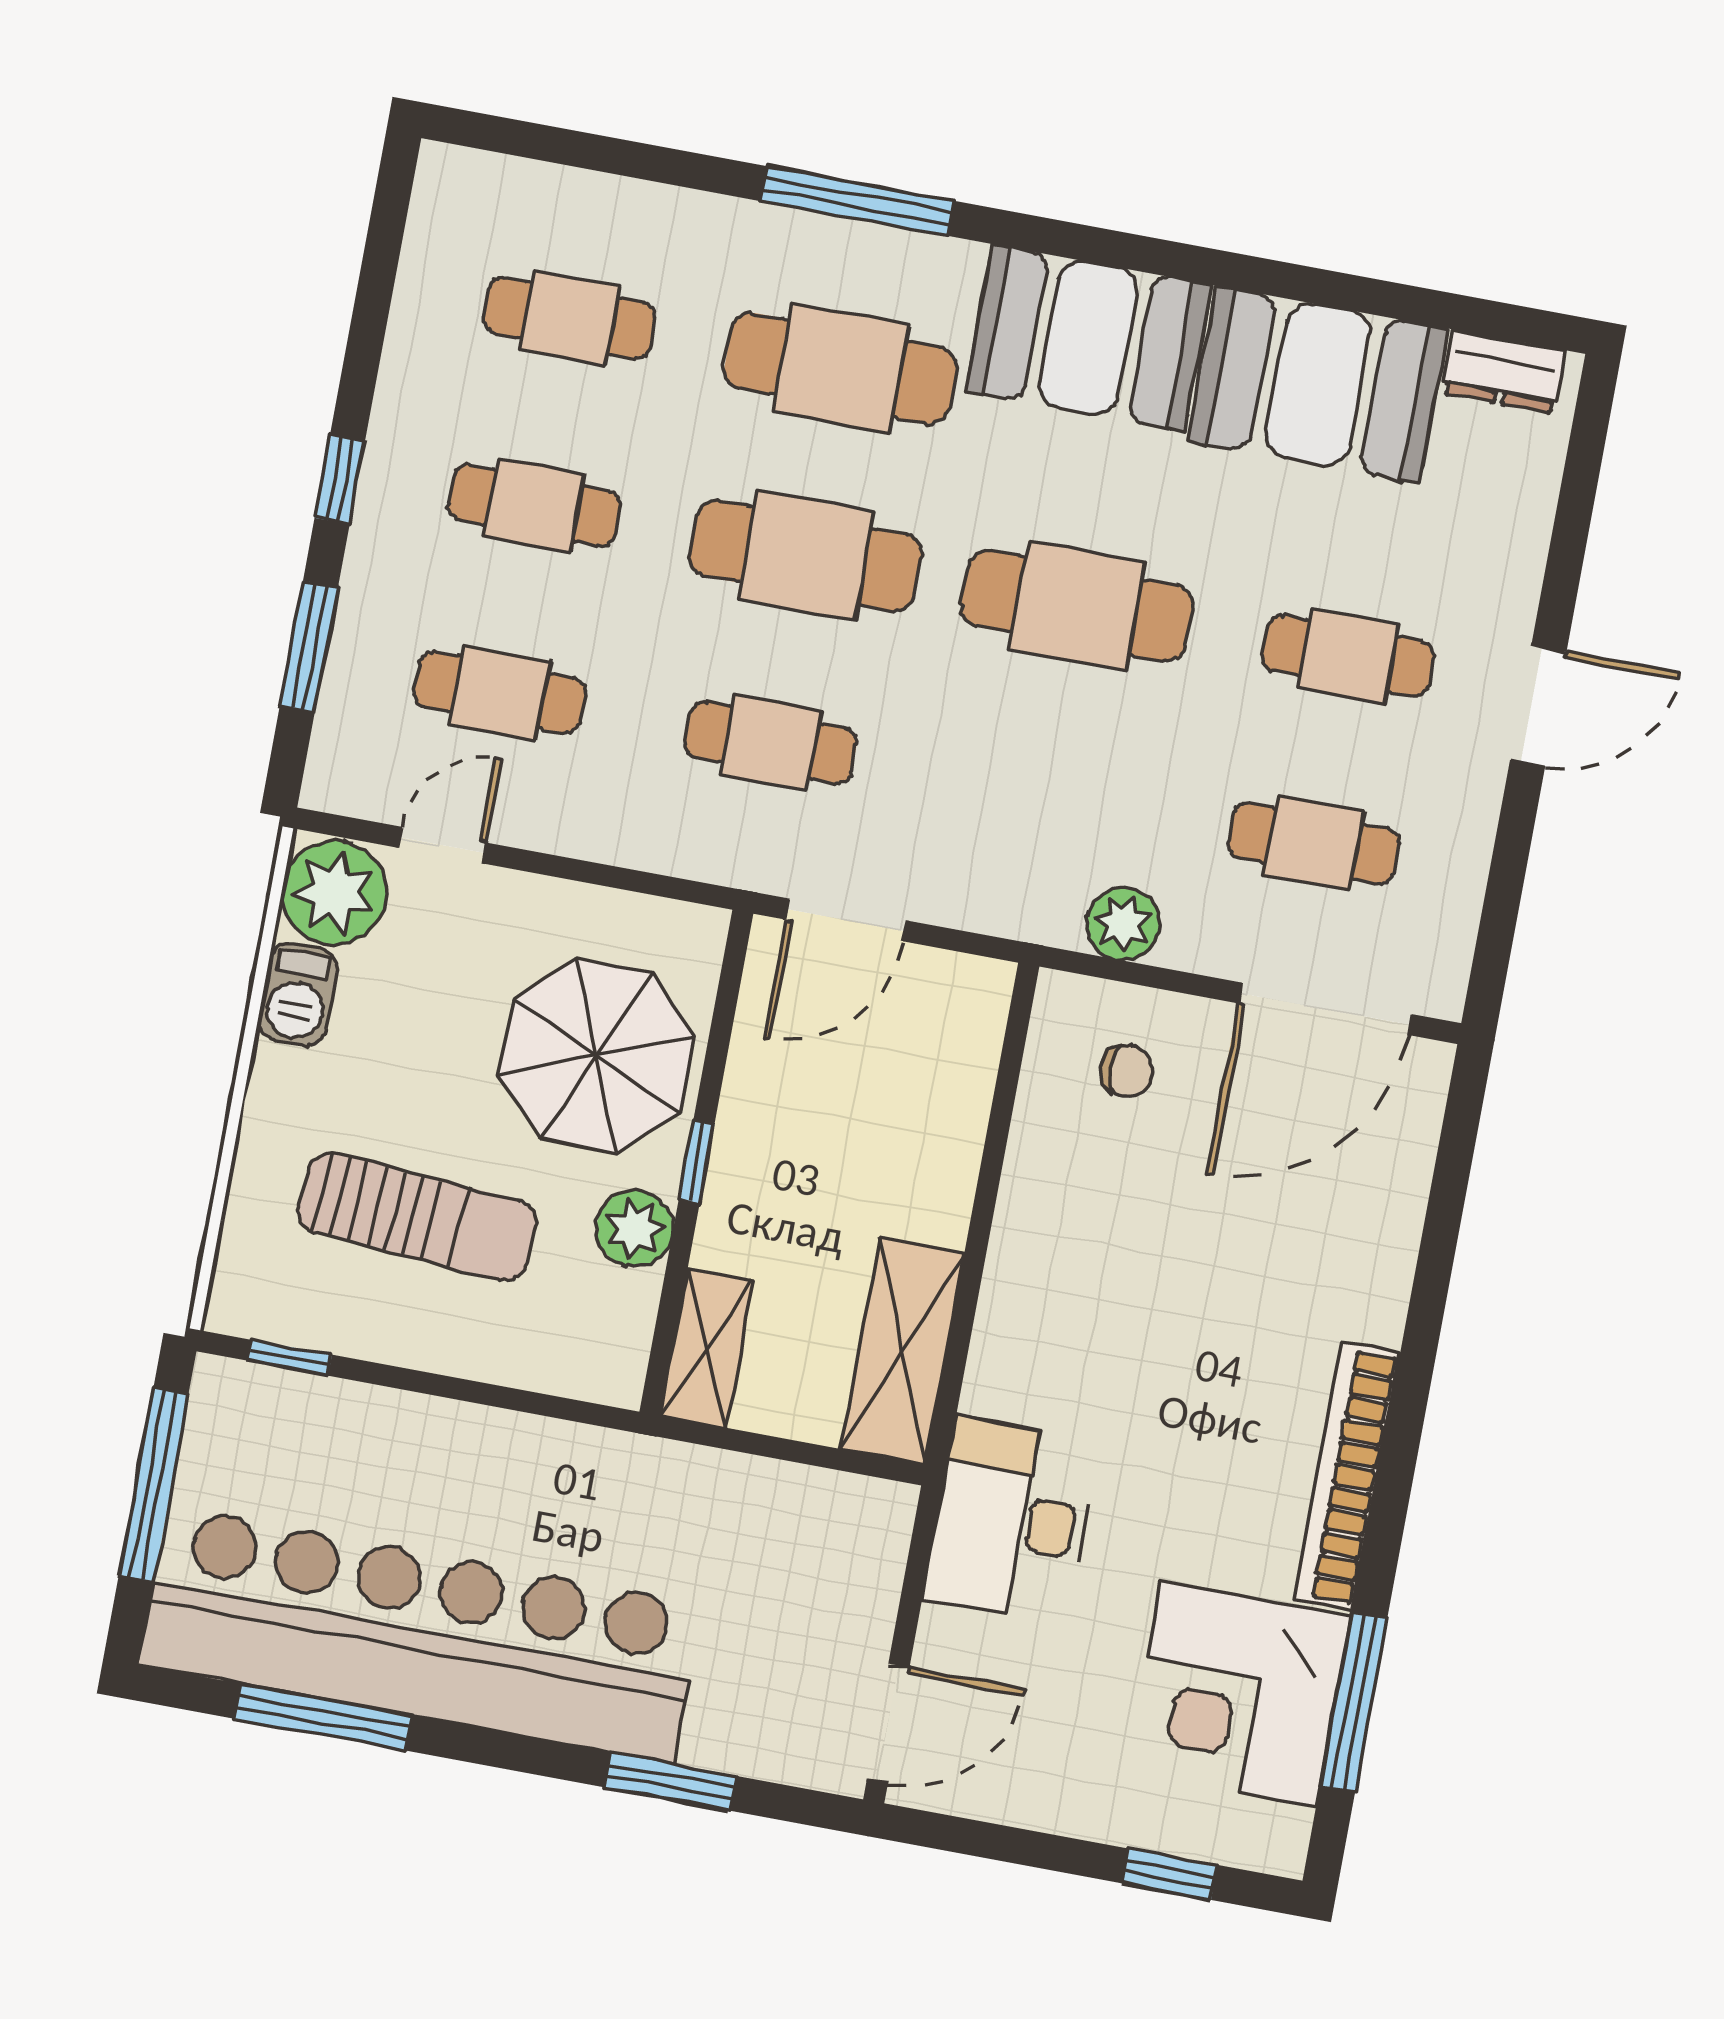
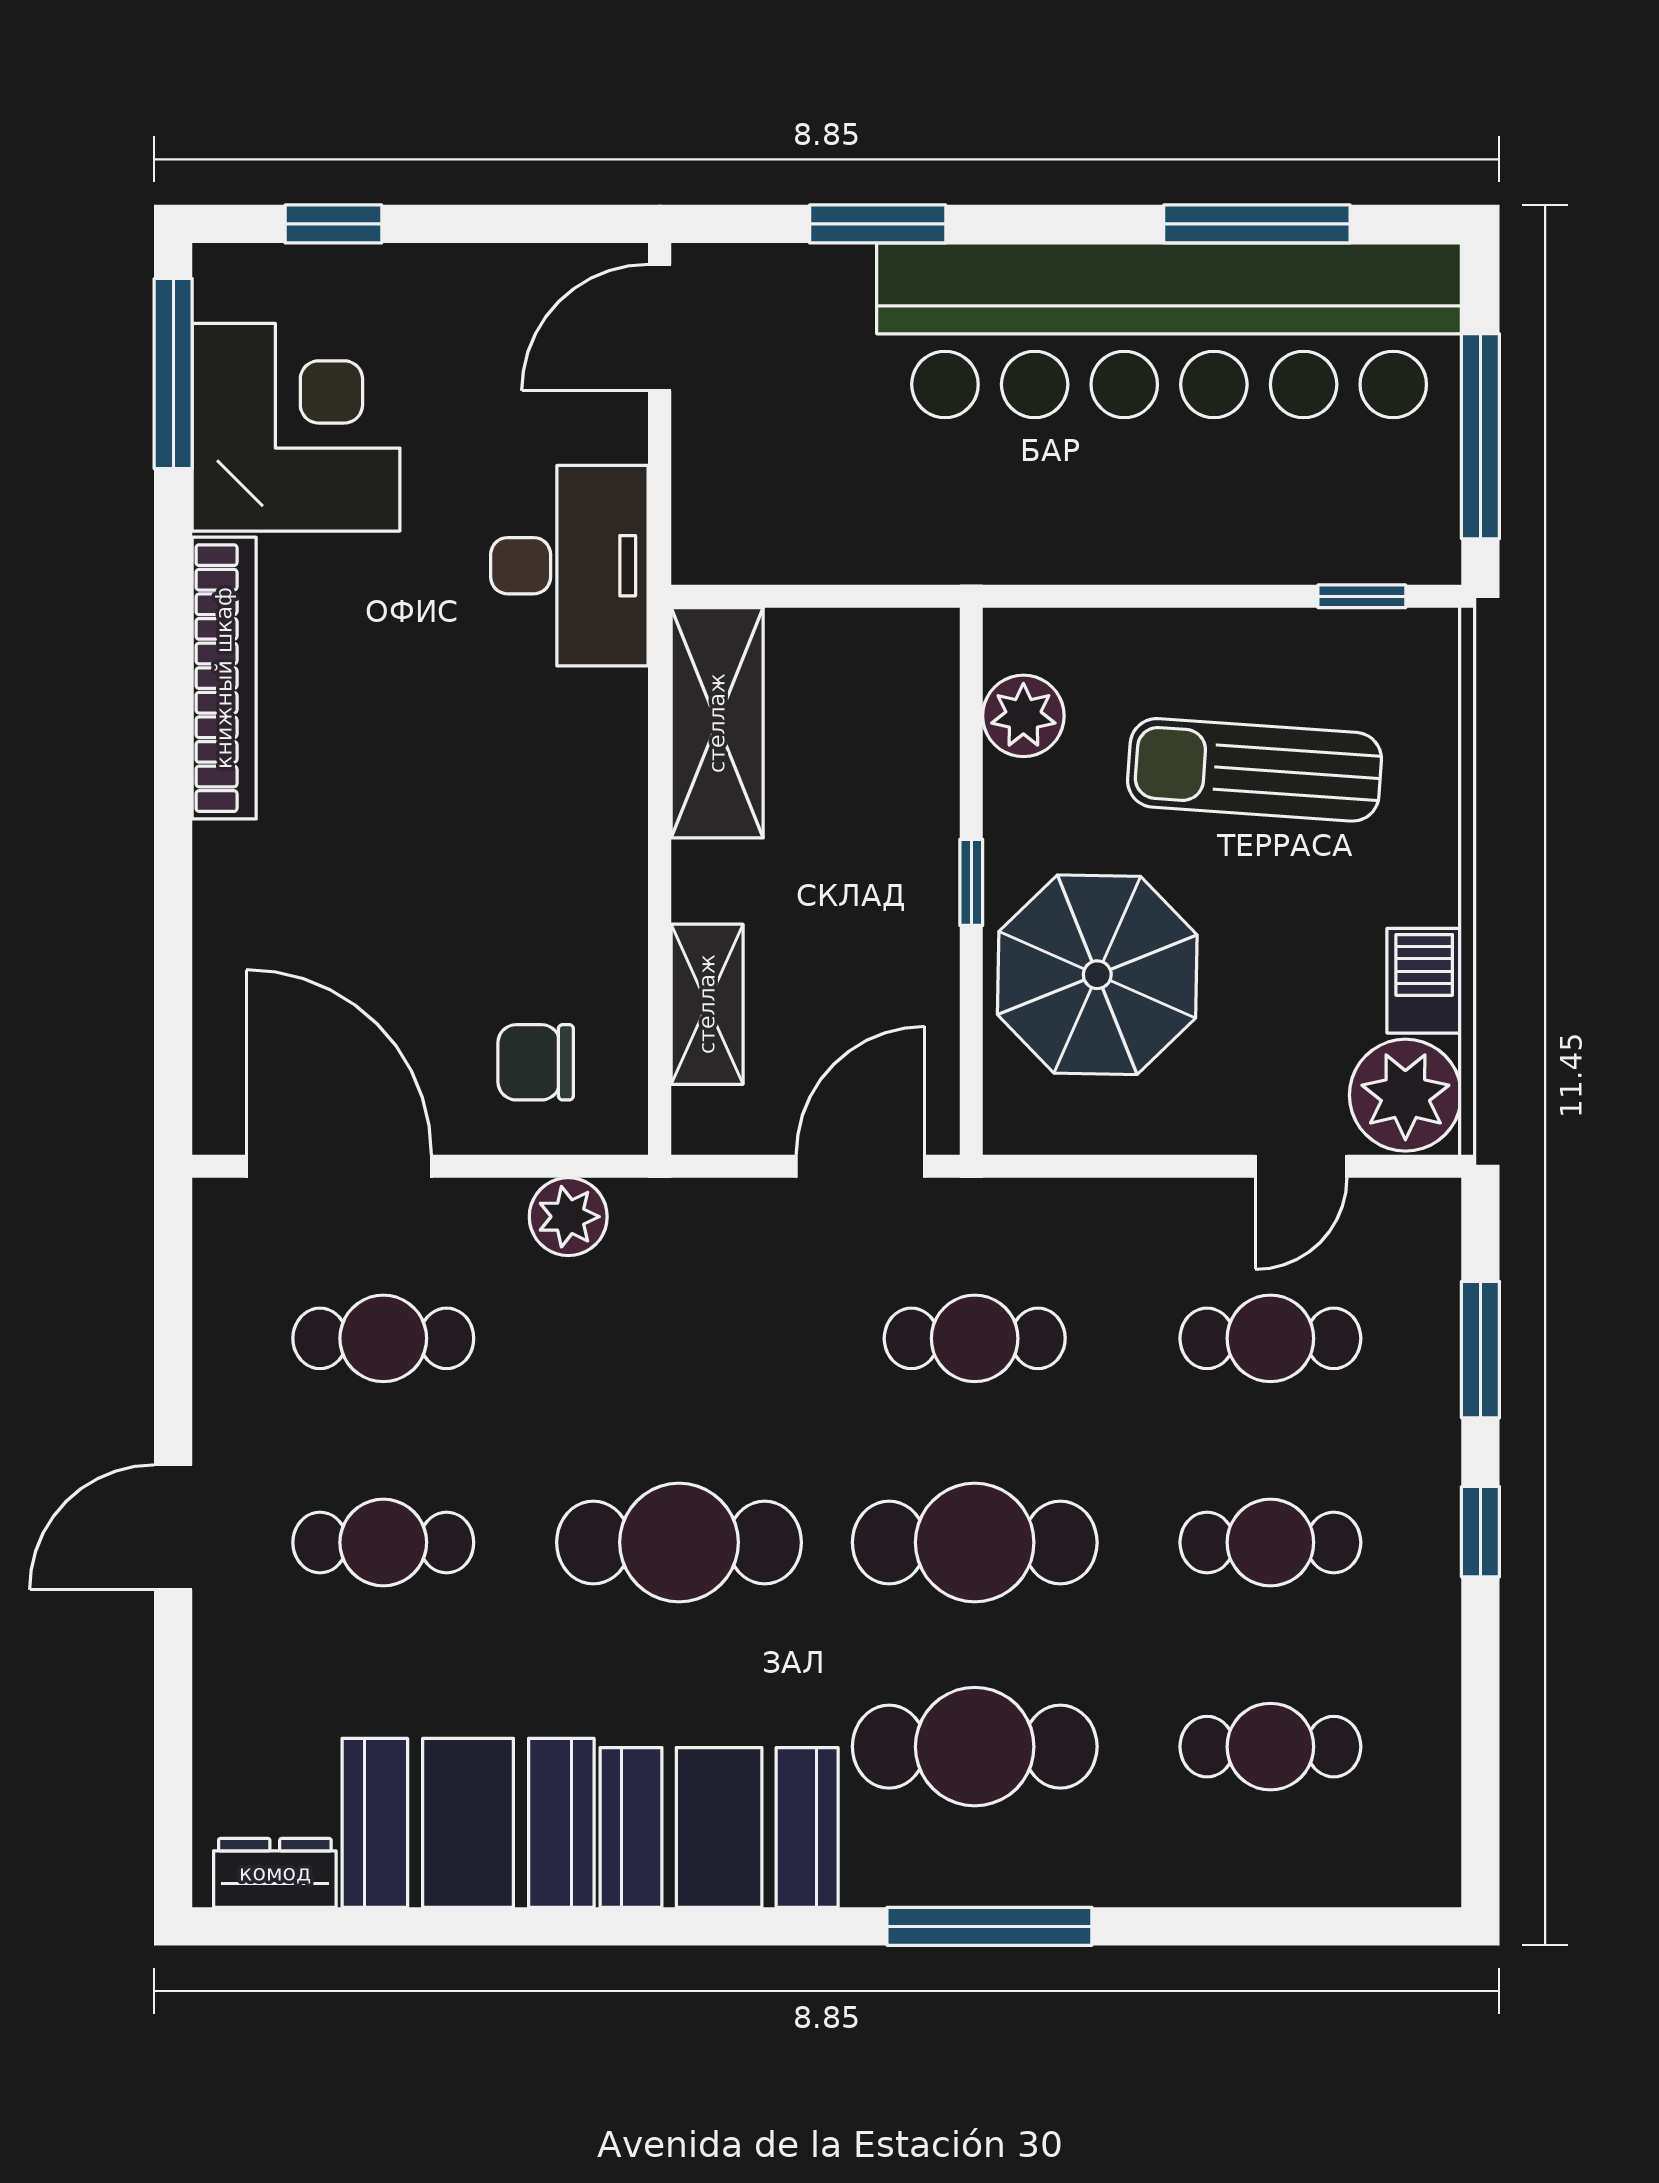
door: (1325, 1009) -> (339, 1166), hinge flipped
chair: (1127, 1071) -> (536, 1062), width x1.37, depth x1.37
plant: (635, 1228) -> (1023, 716), moved
shelving: (707, 1348) -> (707, 1004), moved
window: (1354, 1702) -> (173, 374), moved

